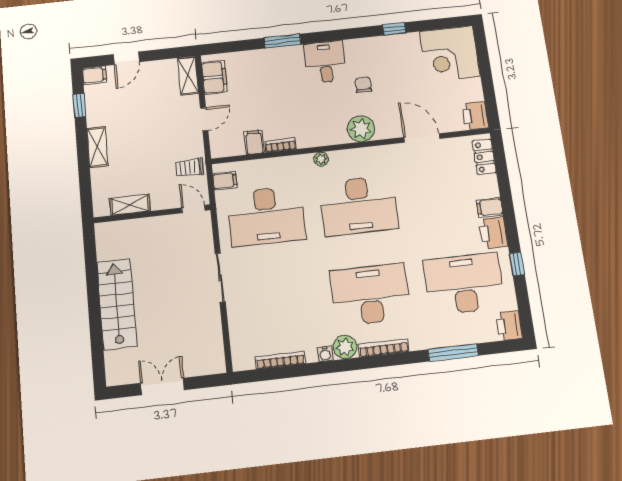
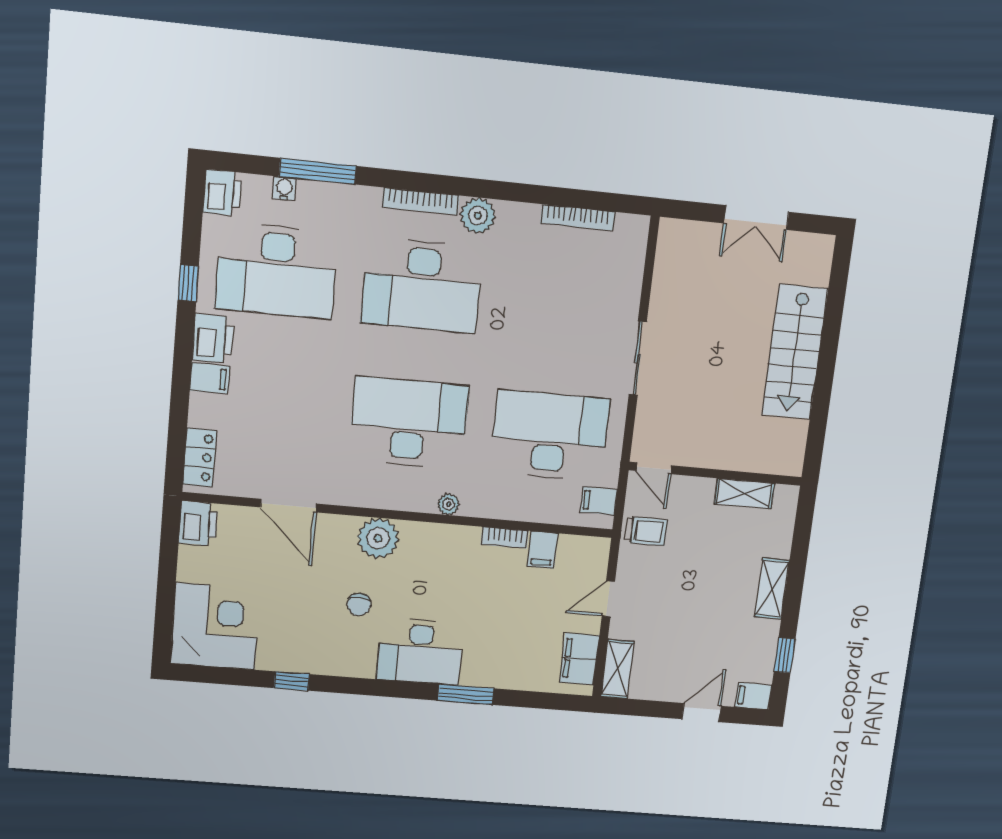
desk: (325, 62) -> (420, 651), width x1.37
water cooler: (325, 354) -> (284, 188), moved

